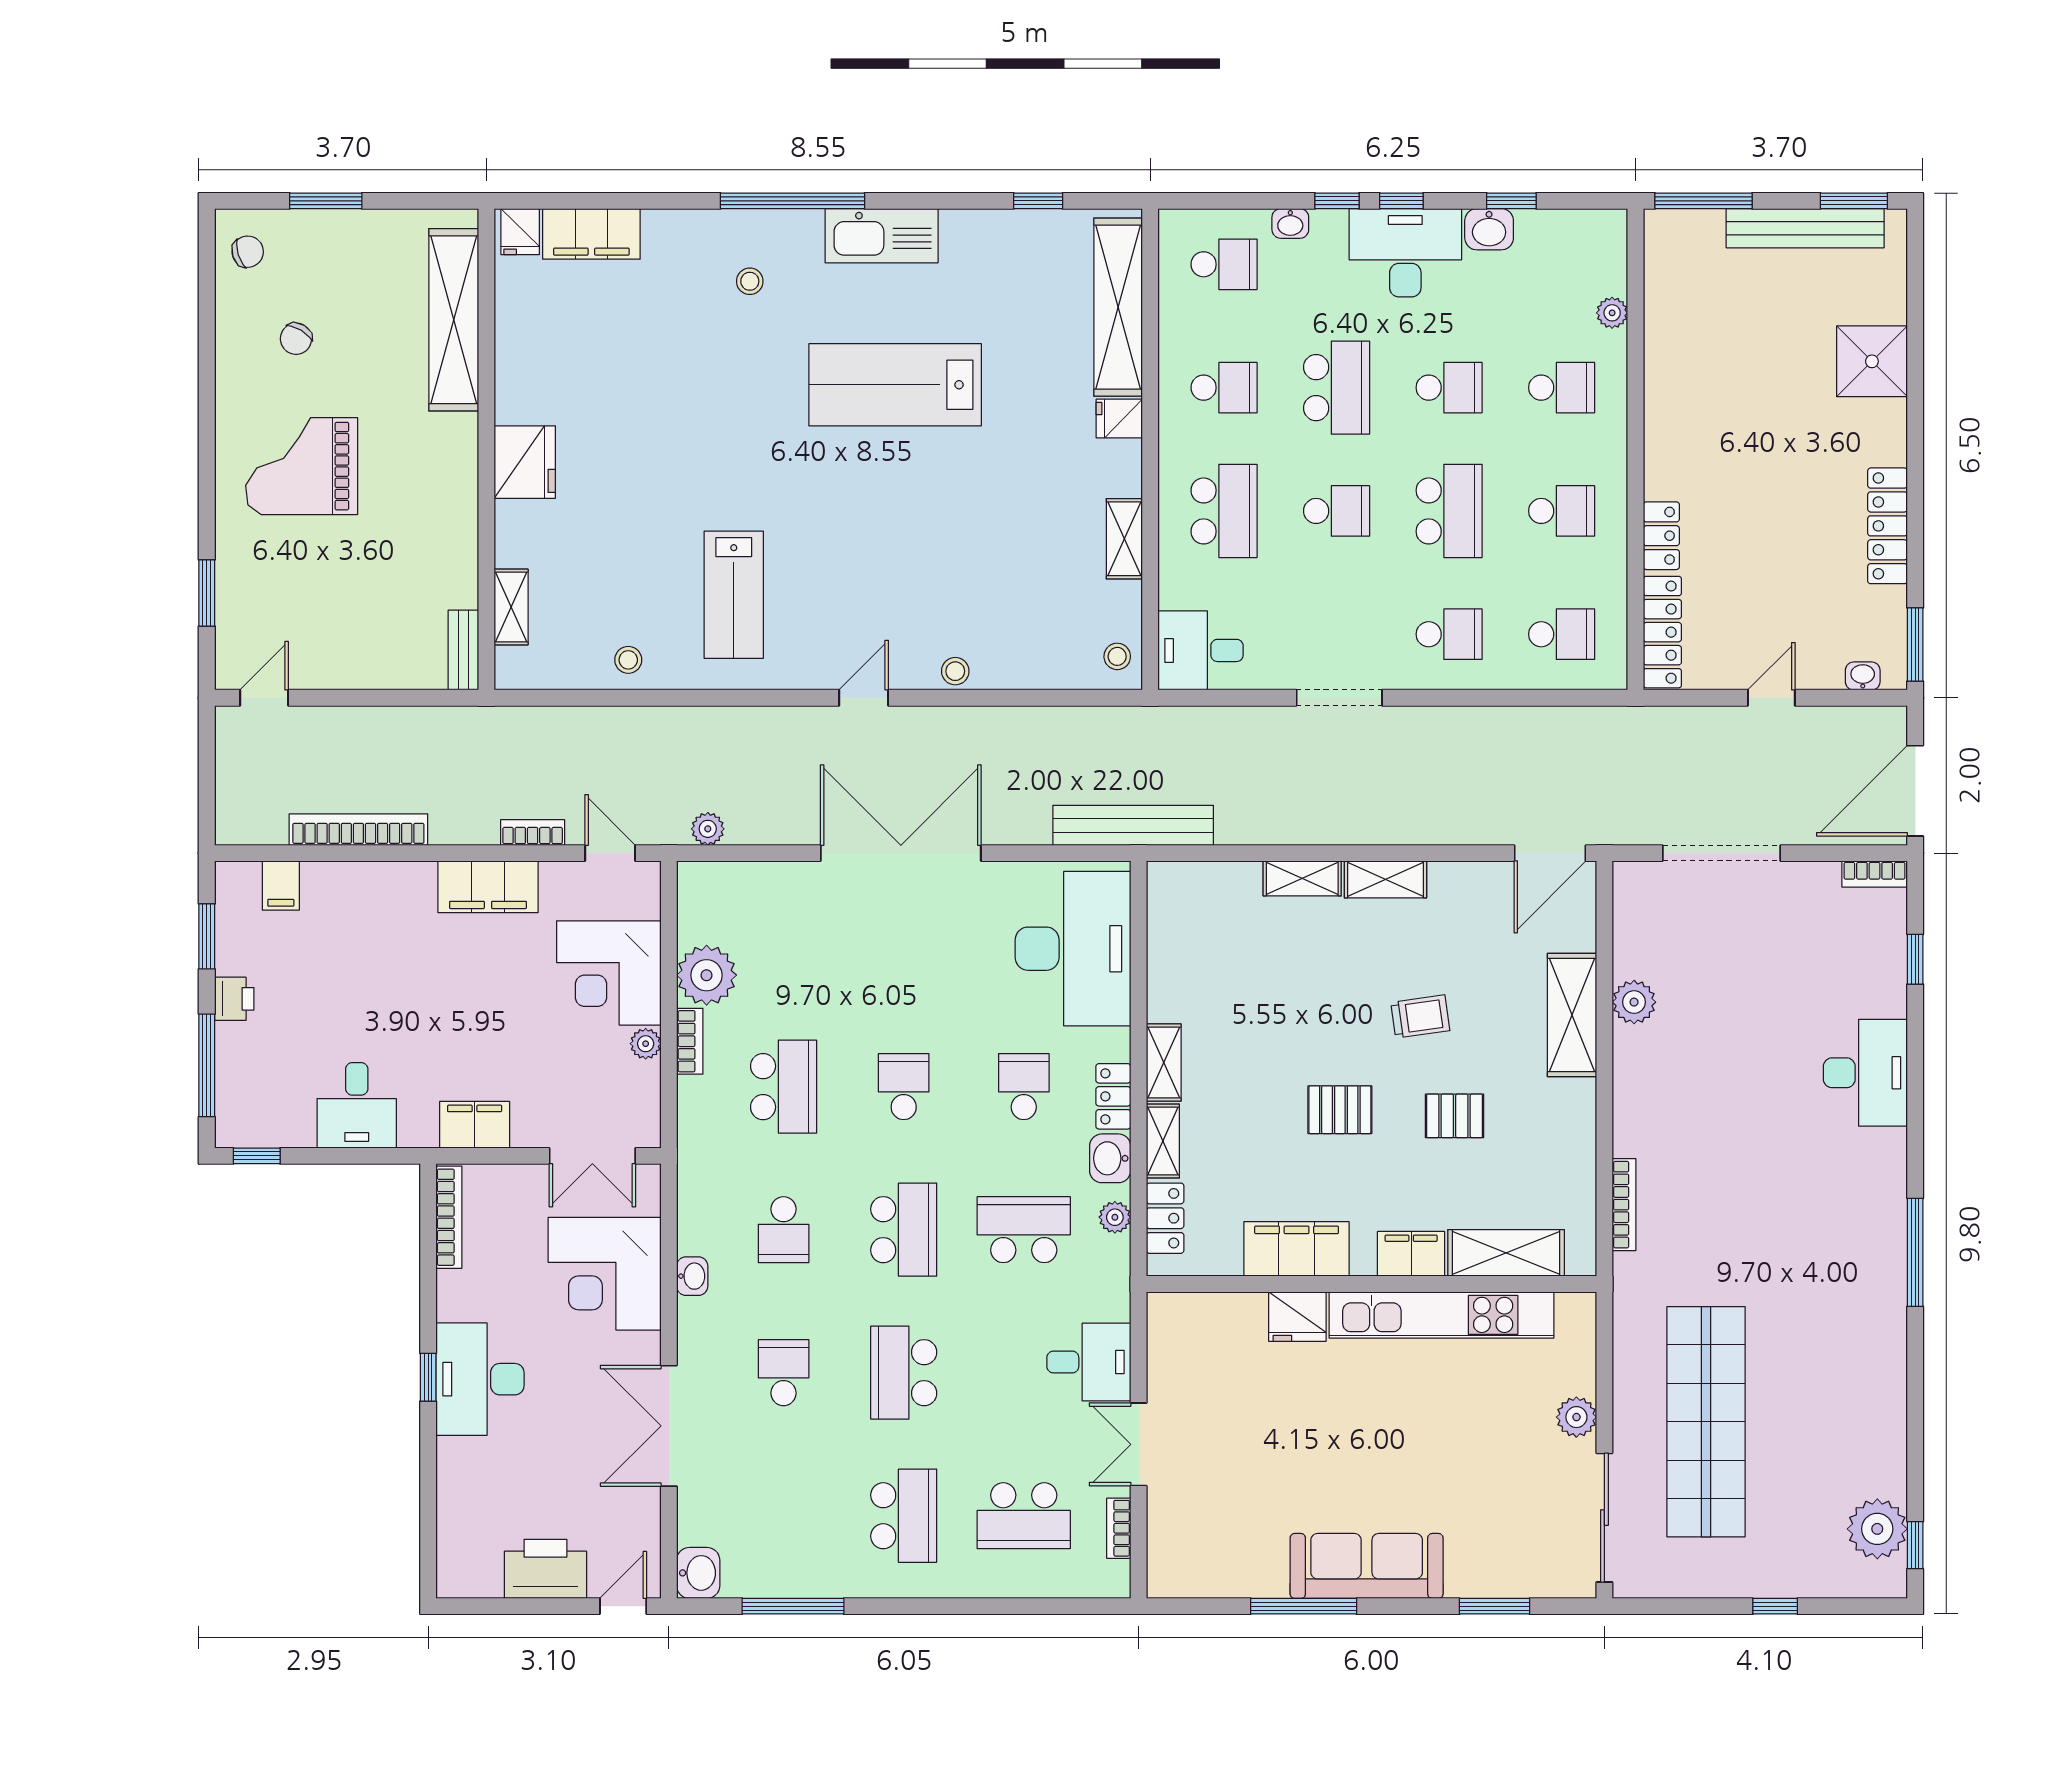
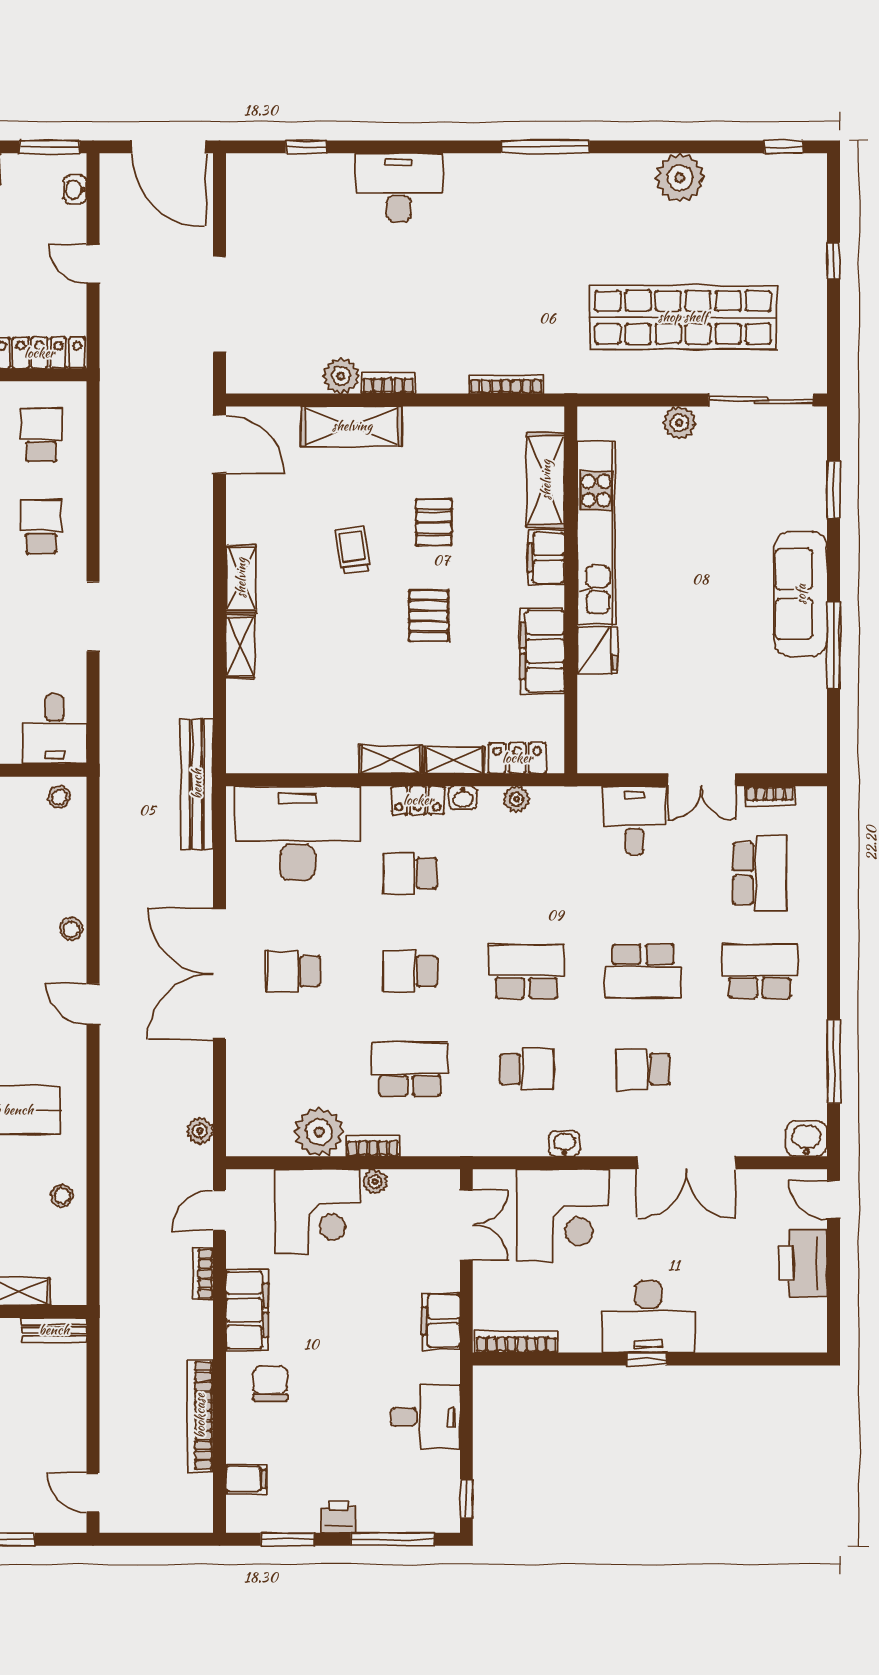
bookcase: (1875, 874) -> (388, 383), moved, turned -90
chair: (398, 915) -> (270, 1383), added
washbasin: (1110, 1158) -> (463, 798), width x0.72, depth x0.69
school desk: (1024, 1230) -> (293, 971), moved, width x0.54
plant: (1877, 1529) -> (680, 178), moved

